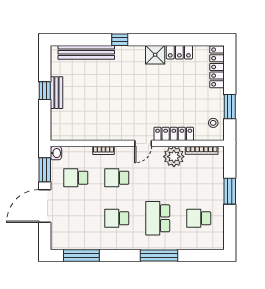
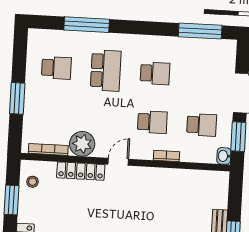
window: (159, 255) -> (87, 25), moved

